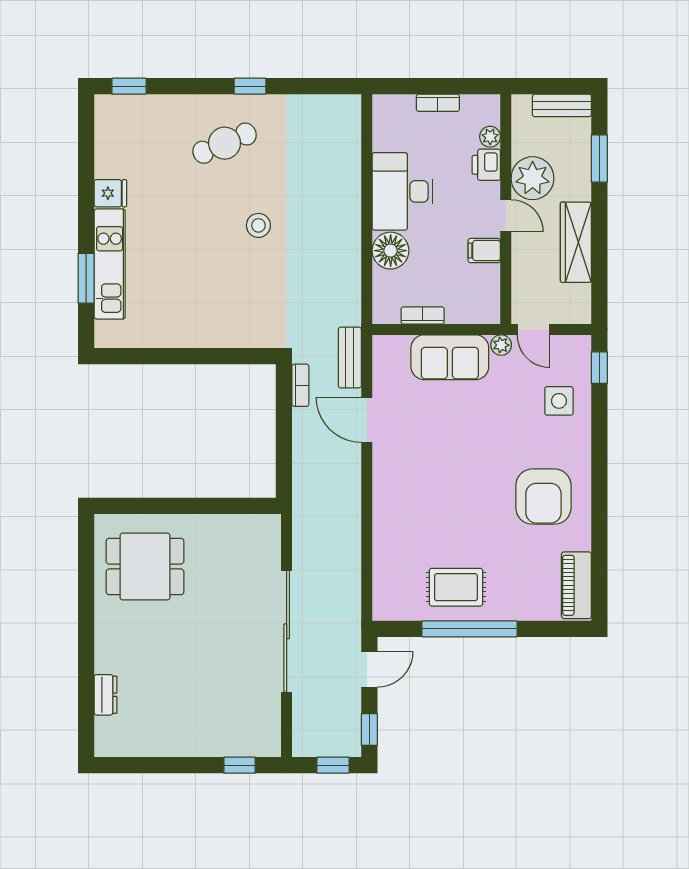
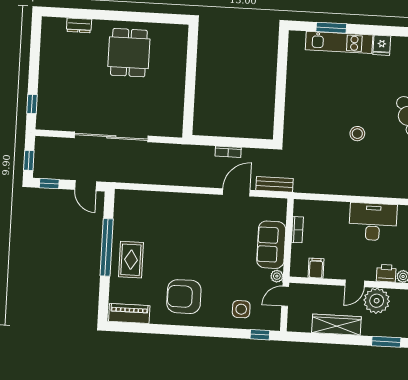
floor lamp: (391, 251) -> (338, 212), removed
filing cabinet: (484, 251) -> (316, 268), moved
bookcase: (300, 385) -> (228, 152), moved
dining table: (145, 567) -> (129, 53), moved
rug: (456, 587) -> (131, 260), moved

